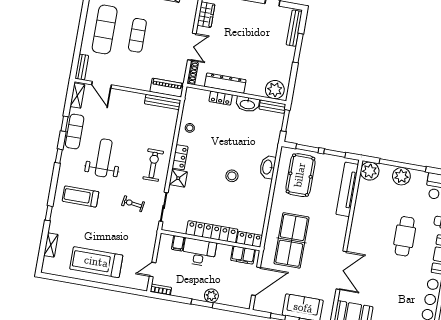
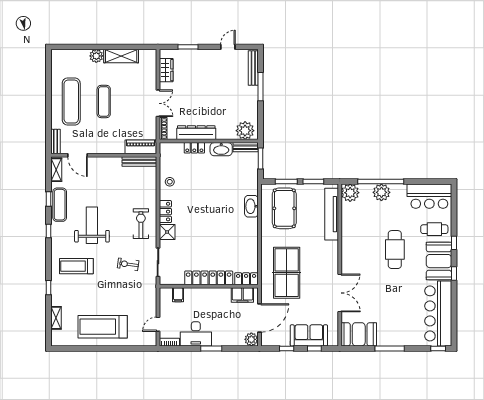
stool: (232, 176) -> (218, 221), removed
desk: (199, 252) -> (196, 334), moved, turned 180
plant: (211, 296) -> (251, 339), moved

